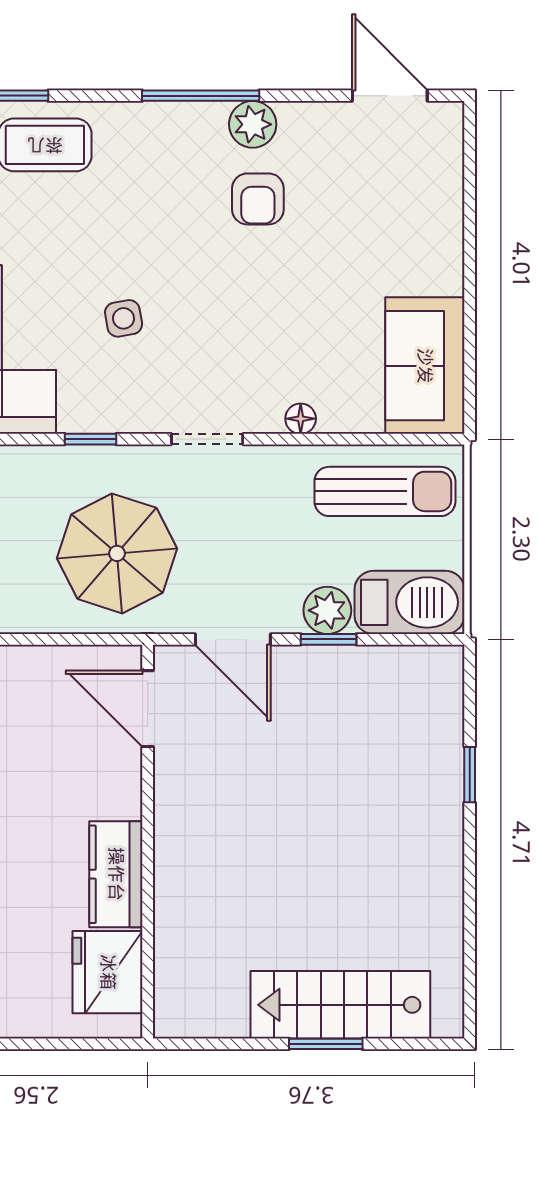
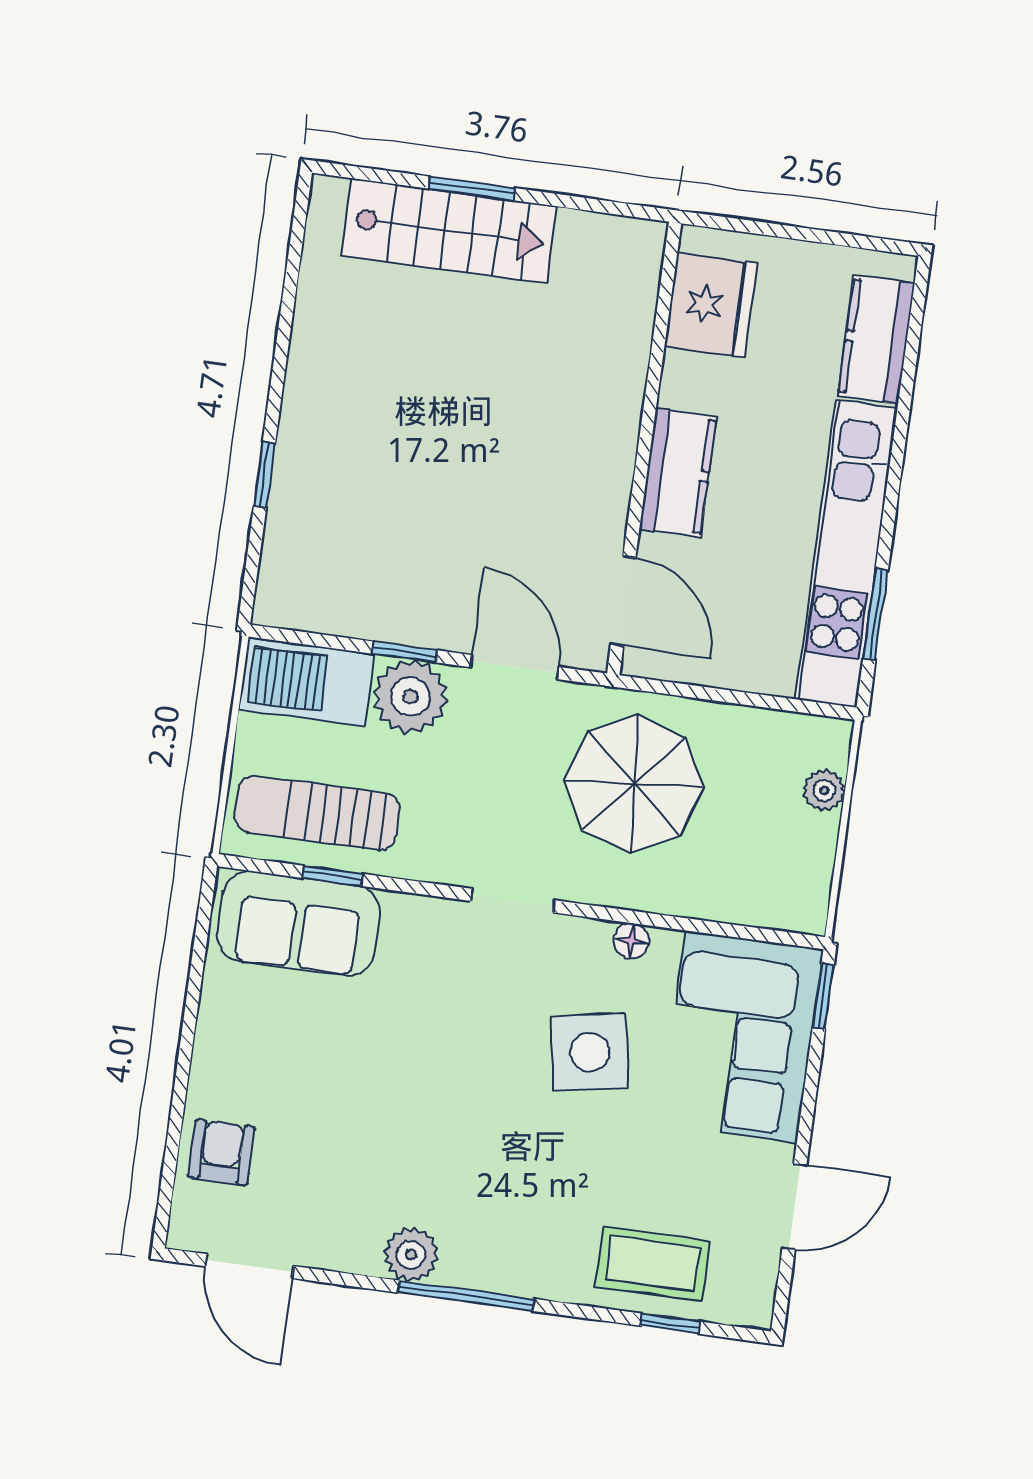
armchair: (258, 199) -> (222, 1152), moved
side table: (124, 318) -> (590, 1052), width x1.87, depth x1.87
sofa: (425, 366) -> (299, 924), moved, turned 90
floor lamp: (301, 419) -> (631, 941), moved
window: (91, 439) -> (332, 876), moved
plant: (327, 610) -> (410, 697), width x1.36, depth x1.36
kitchen counter: (116, 874) -> (678, 473), moved

